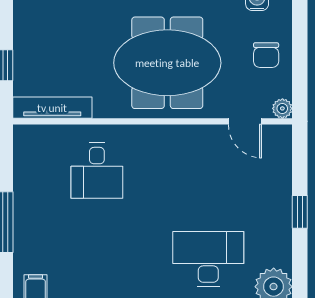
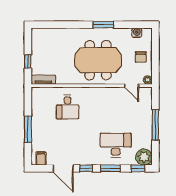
tv unit: (52, 108) -> (43, 80), width x0.71
window: (300, 212) -> (155, 125), width x2.17

